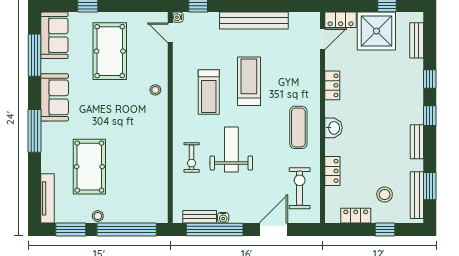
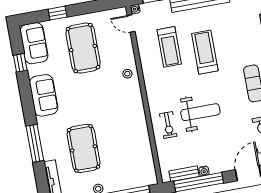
window: (34, 55) -> (20, 63), width x0.46
treadmill: (209, 92) -> (169, 47), moved
window: (34, 131) -> (35, 143), moved
weight bench: (231, 149) -> (200, 112), turned 90

